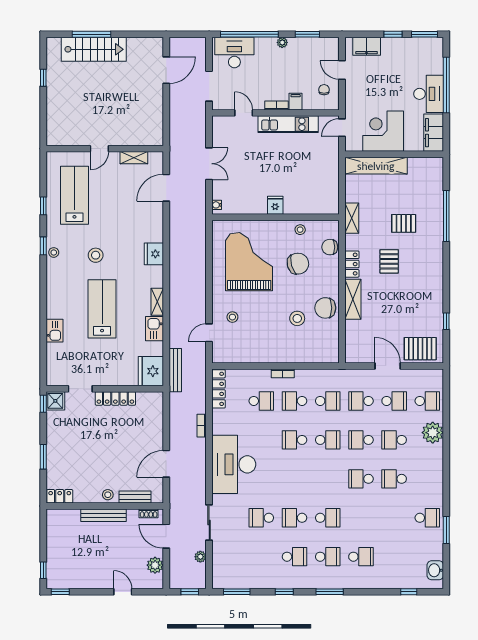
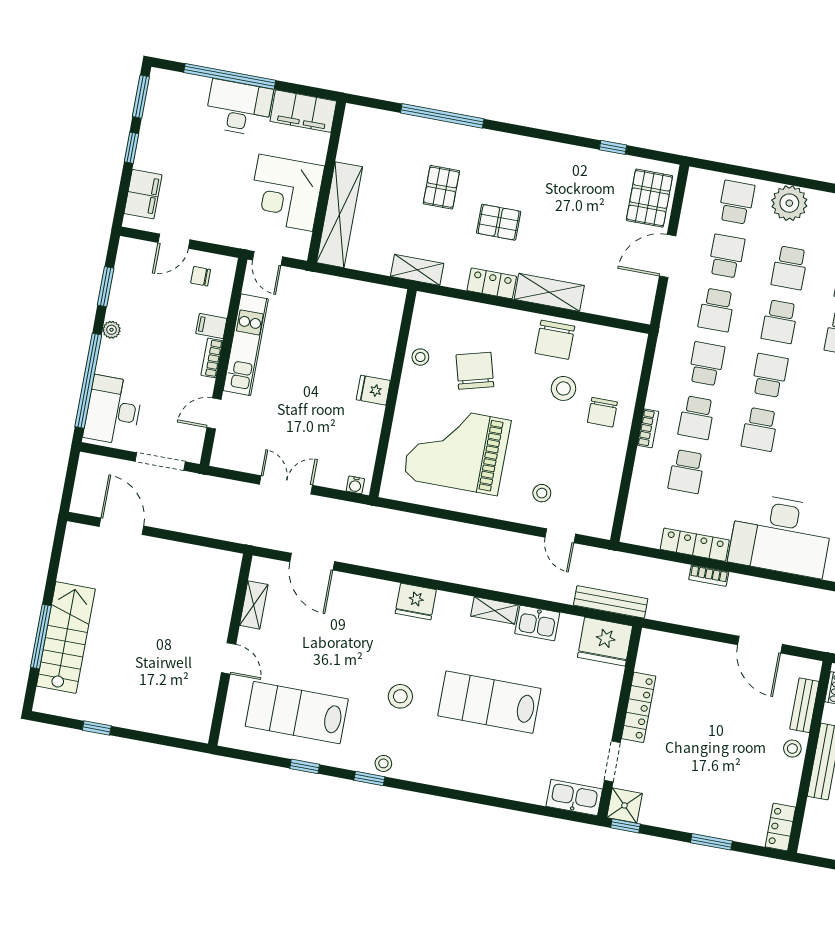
chair: (330, 247) -> (602, 412), moved
kitchen sink: (54, 331) -> (574, 798), moved, width x1.38
locker: (219, 389) -> (695, 545), moved
school desk: (261, 401) -> (687, 471), turned 180

